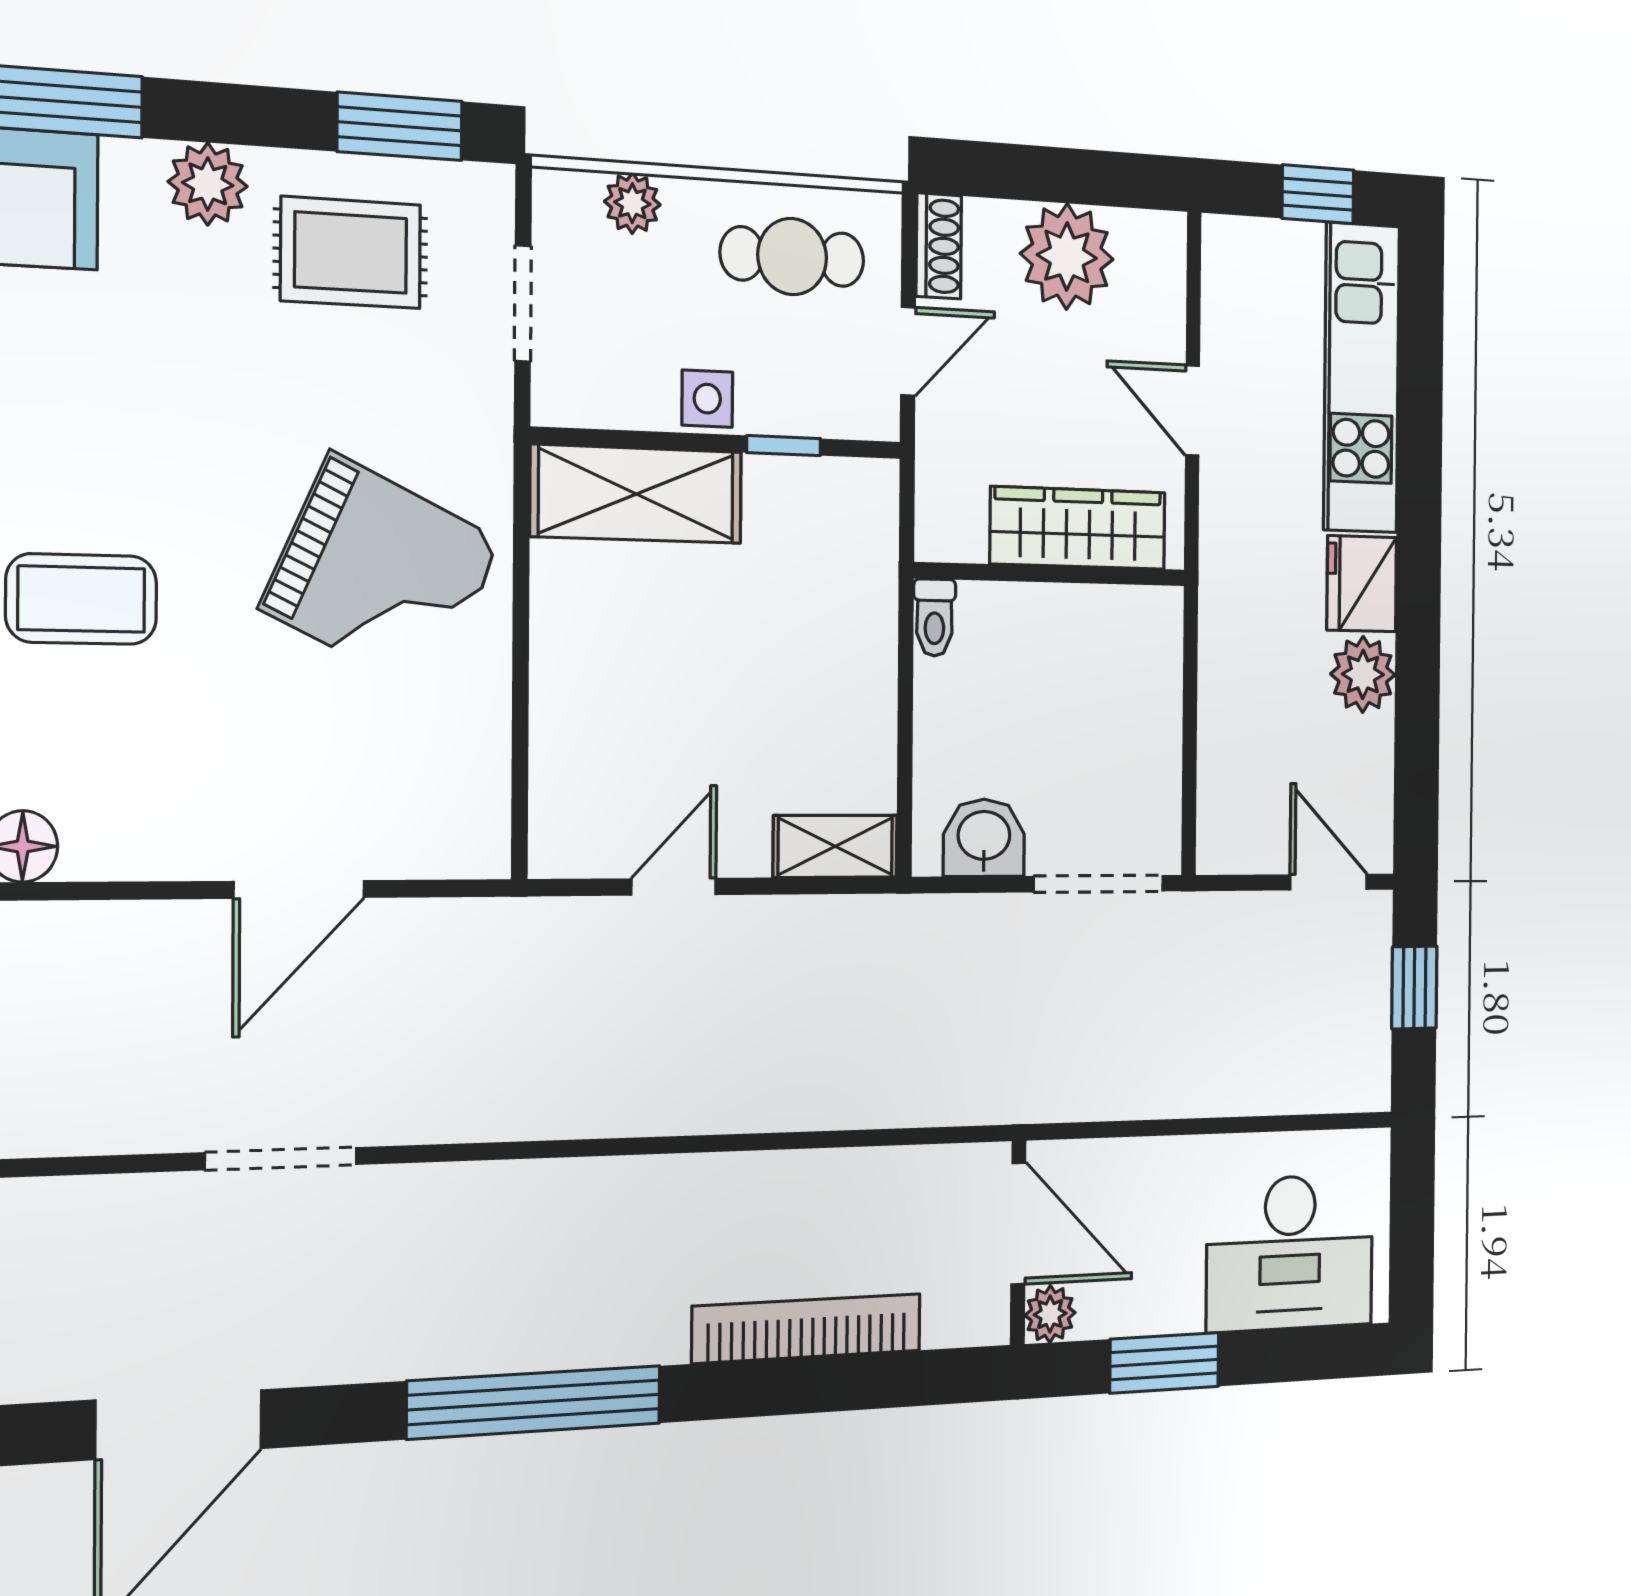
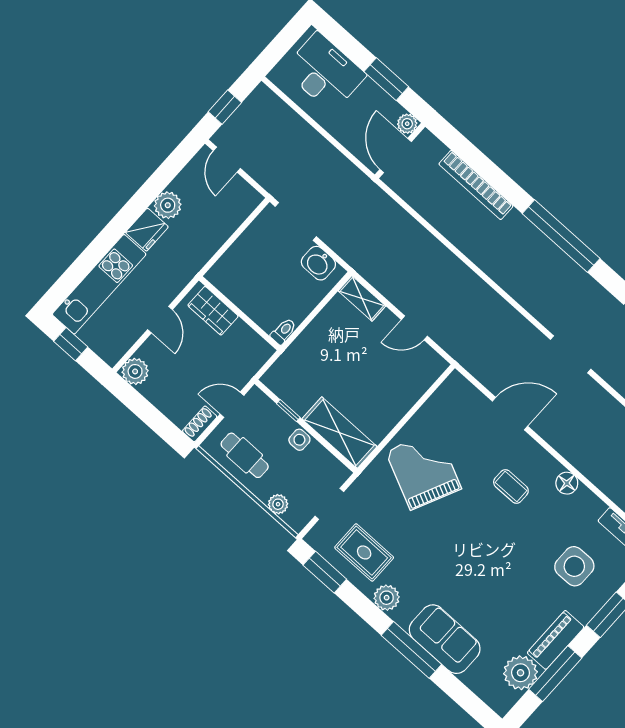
plant: (1067, 256) -> (135, 371), moved, width x0.73, depth x0.73
wardrobe: (1078, 528) -> (213, 311), width x0.67
coffee table: (81, 599) -> (511, 487), moved, width x0.73, depth x0.77

